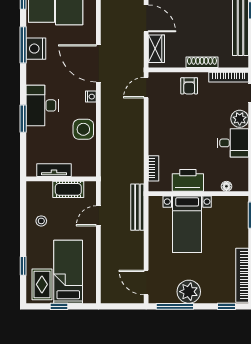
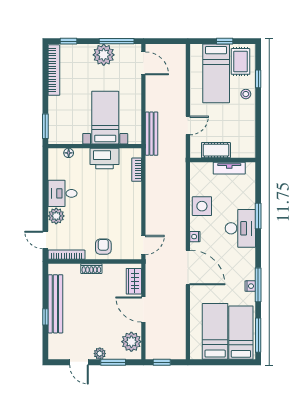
nightstand: (36, 49) -> (250, 286), width x0.53, depth x0.56
shoe rack: (202, 62) -> (91, 269), width x0.70
stool: (41, 221) -> (246, 94), moved

